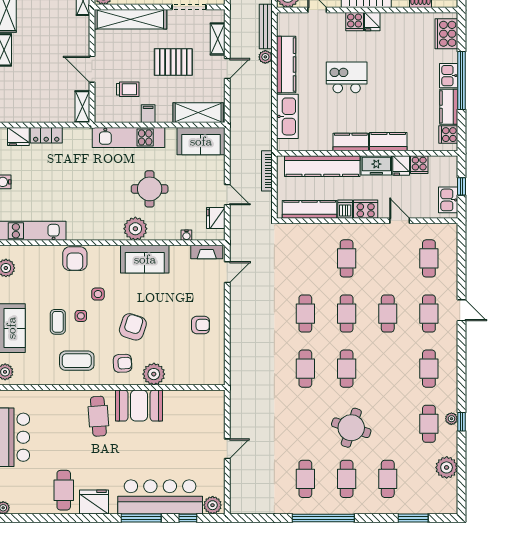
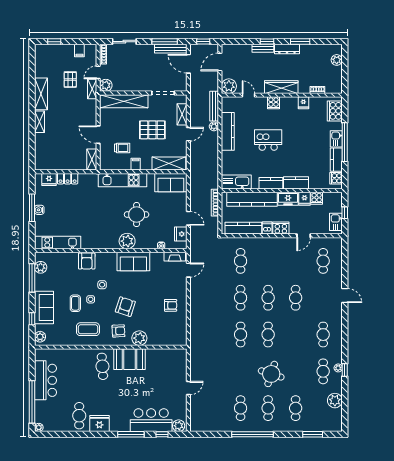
fridge: (372, 22) -> (303, 103), moved
kitchen sink: (287, 116) -> (236, 182), moved, turned -90
door: (400, 221) -> (304, 236), swing flipped
cafe table: (347, 258) -> (241, 261), moved
cafe table: (429, 314) -> (323, 298), removed
bar counter: (160, 497) -> (151, 420), width x0.73

